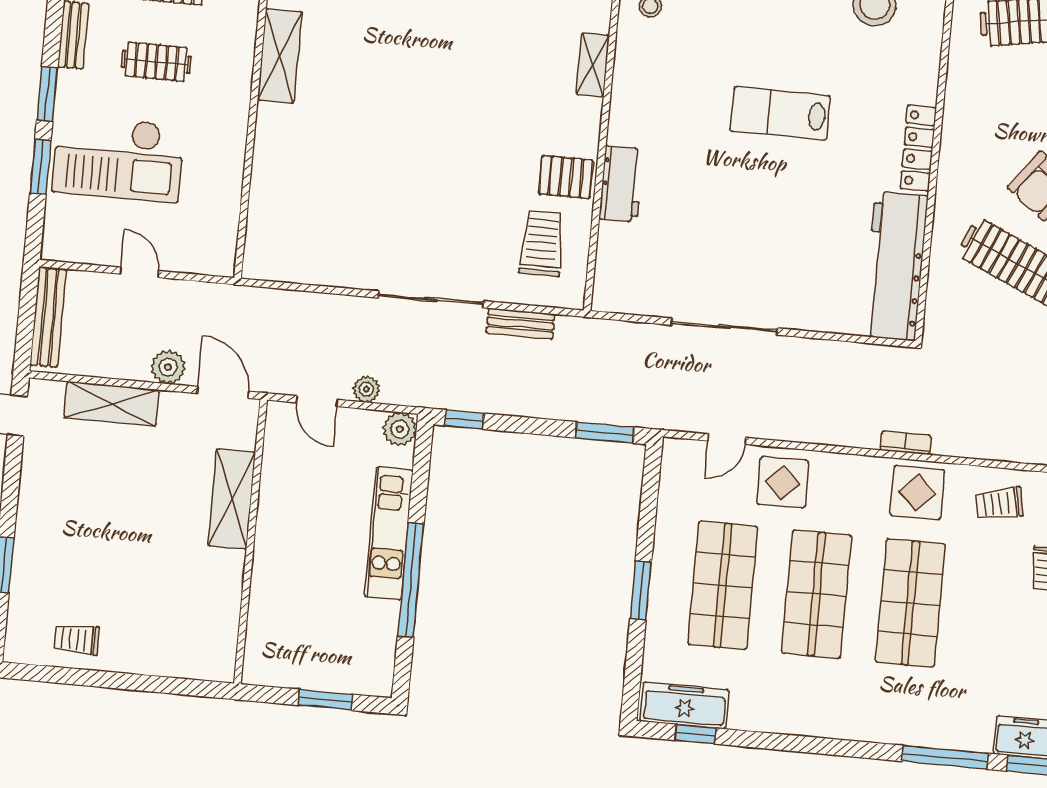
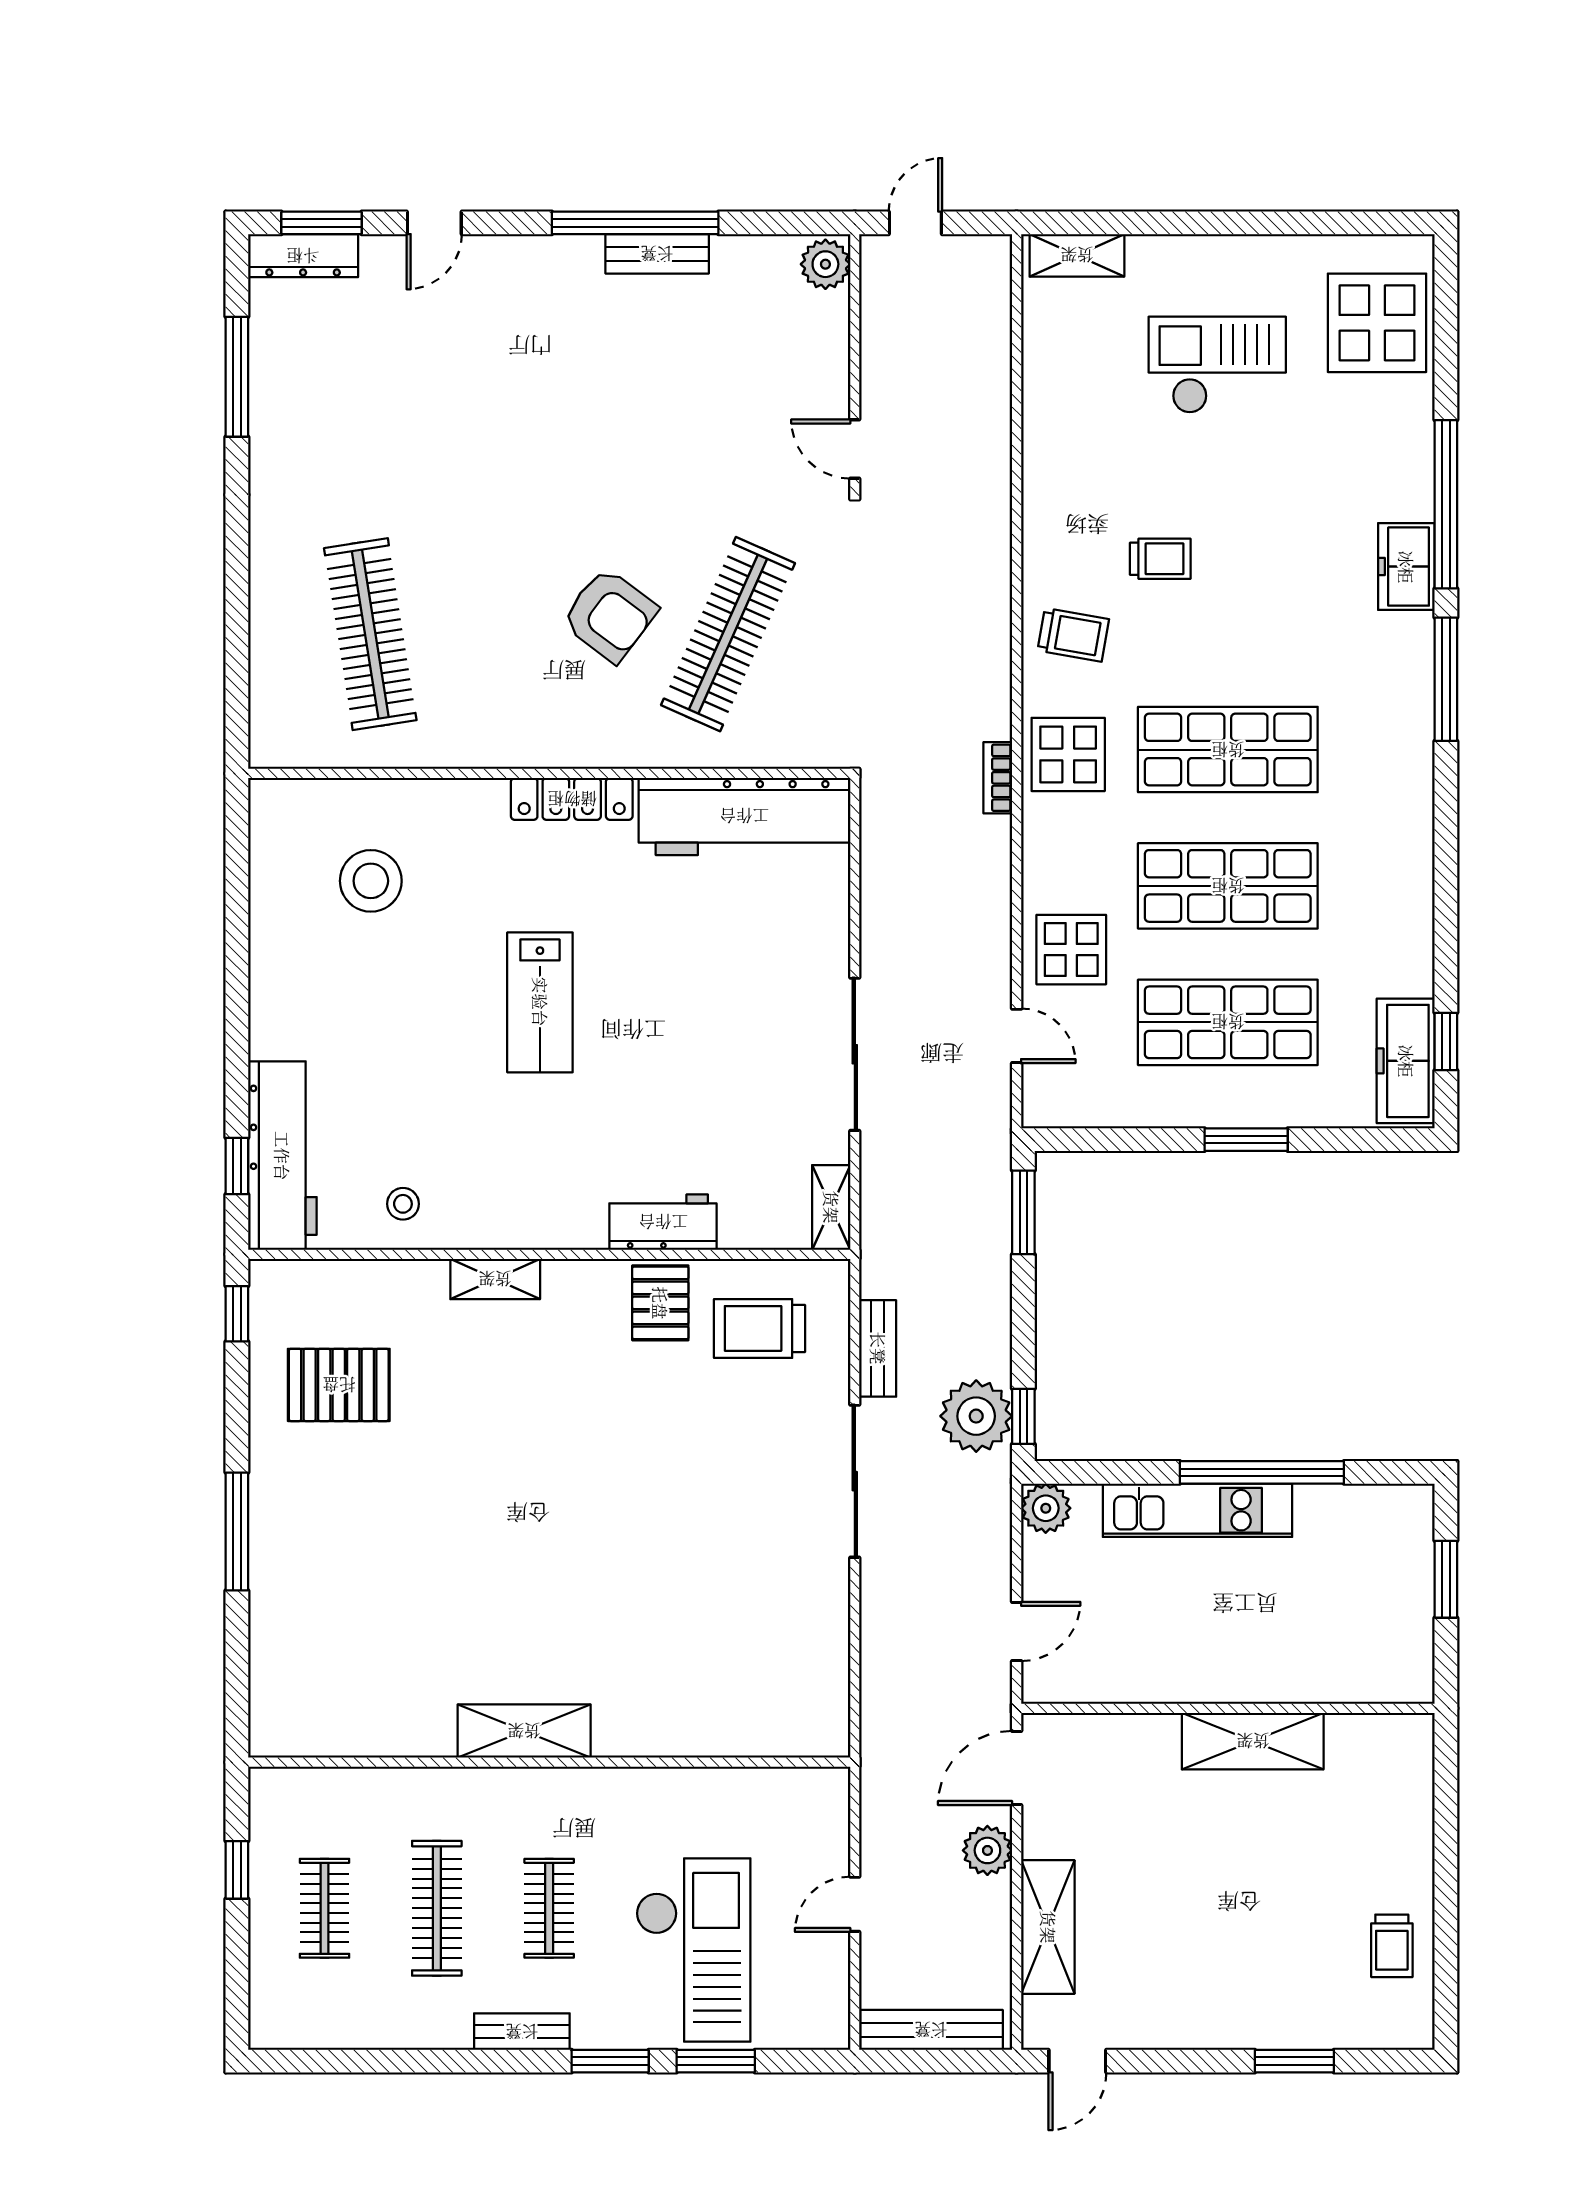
shelving: (621, 301) -> (831, 1207), added
plant: (366, 389) -> (976, 1416), moved, width x1.88, depth x1.88
shelving: (232, 499) -> (1253, 1741), moved
trolley: (999, 504) -> (1073, 635), turned -68

